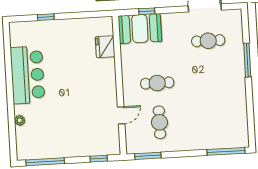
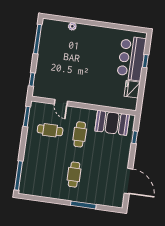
booth: (140, 29) -> (112, 123), moved, turned 90
cafe table: (208, 41) -> (74, 175), moved
fridge: (105, 47) -> (132, 89), moved, turned -90
bar counter: (27, 75) -> (132, 58), moved, turned 90

